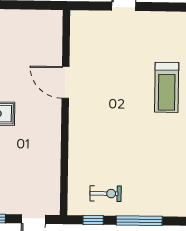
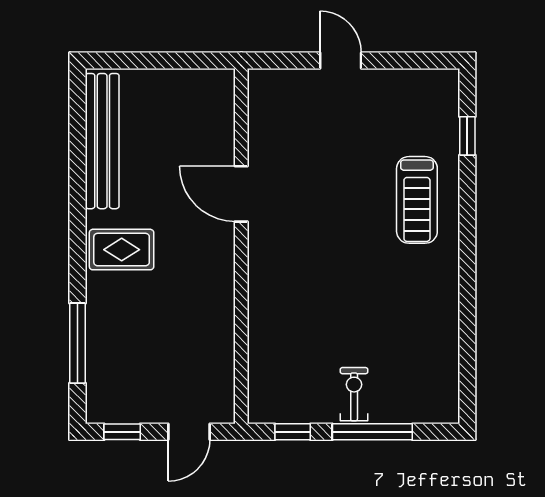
exercise bike: (106, 194) -> (354, 394), moved, turned -90

